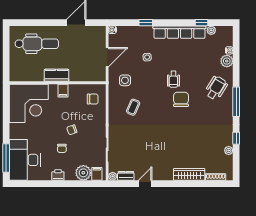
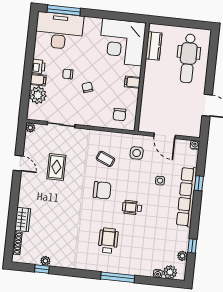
row of seats: (179, 32) -> (187, 197), moved
plant: (227, 61) -> (170, 272), moved
kitchen counter: (56, 75) -> (154, 46), moved
wheelchair: (216, 88) -> (108, 241), moved, turned -122
chair: (181, 99) -> (102, 190), moved
window: (236, 102) -> (118, 277), moved
window: (236, 138) -> (42, 269), moved
rug: (145, 150) -> (56, 167), added
filing cabinet: (97, 174) -> (38, 80), moved
wardrobe: (189, 174) -> (23, 220), width x0.67
dresser: (126, 176) -> (29, 142), removed

